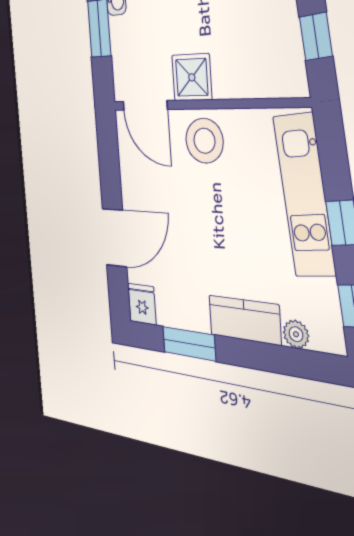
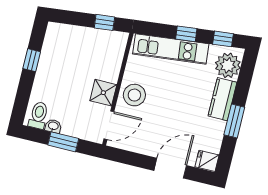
door: (115, 238) -> (170, 168), hinge flipped
plant: (296, 334) -> (228, 65), width x1.87, depth x1.87
window: (189, 344) -> (234, 121), moved

